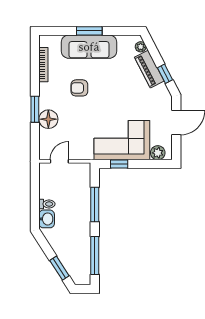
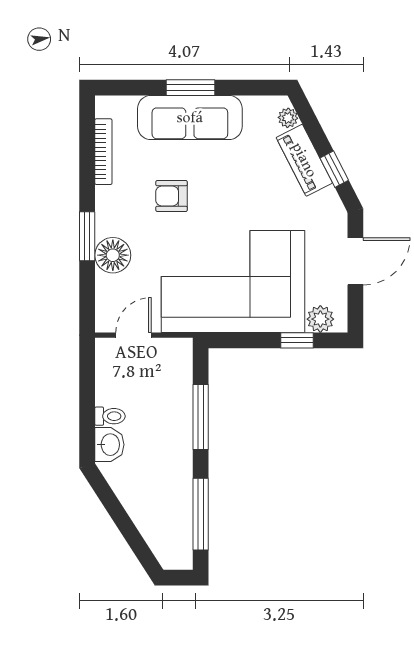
corner sofa: (122, 140) -> (233, 282), width x1.36, depth x1.36
window: (119, 164) -> (297, 340), moved
window: (59, 268) -> (134, 538), removed

